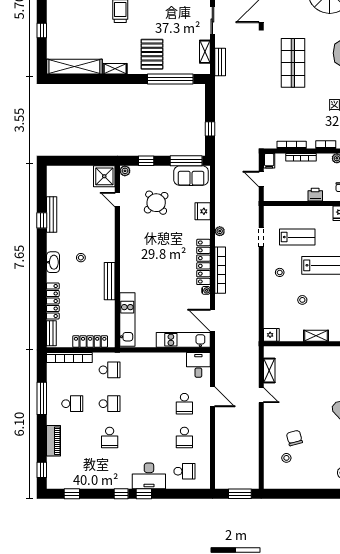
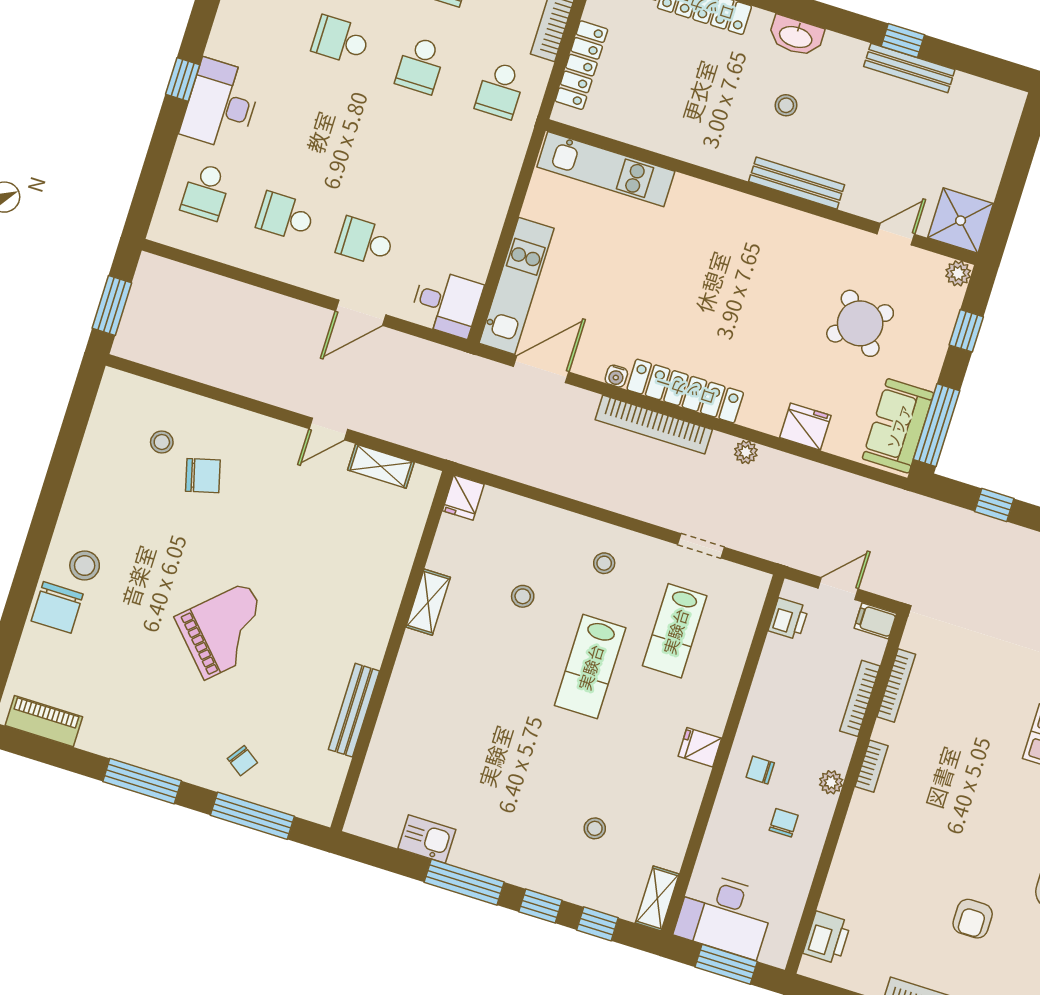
printer: (315, 195) -> (788, 619), moved
bench: (110, 281) -> (797, 183), moved
window: (121, 494) -> (200, 26), removed

